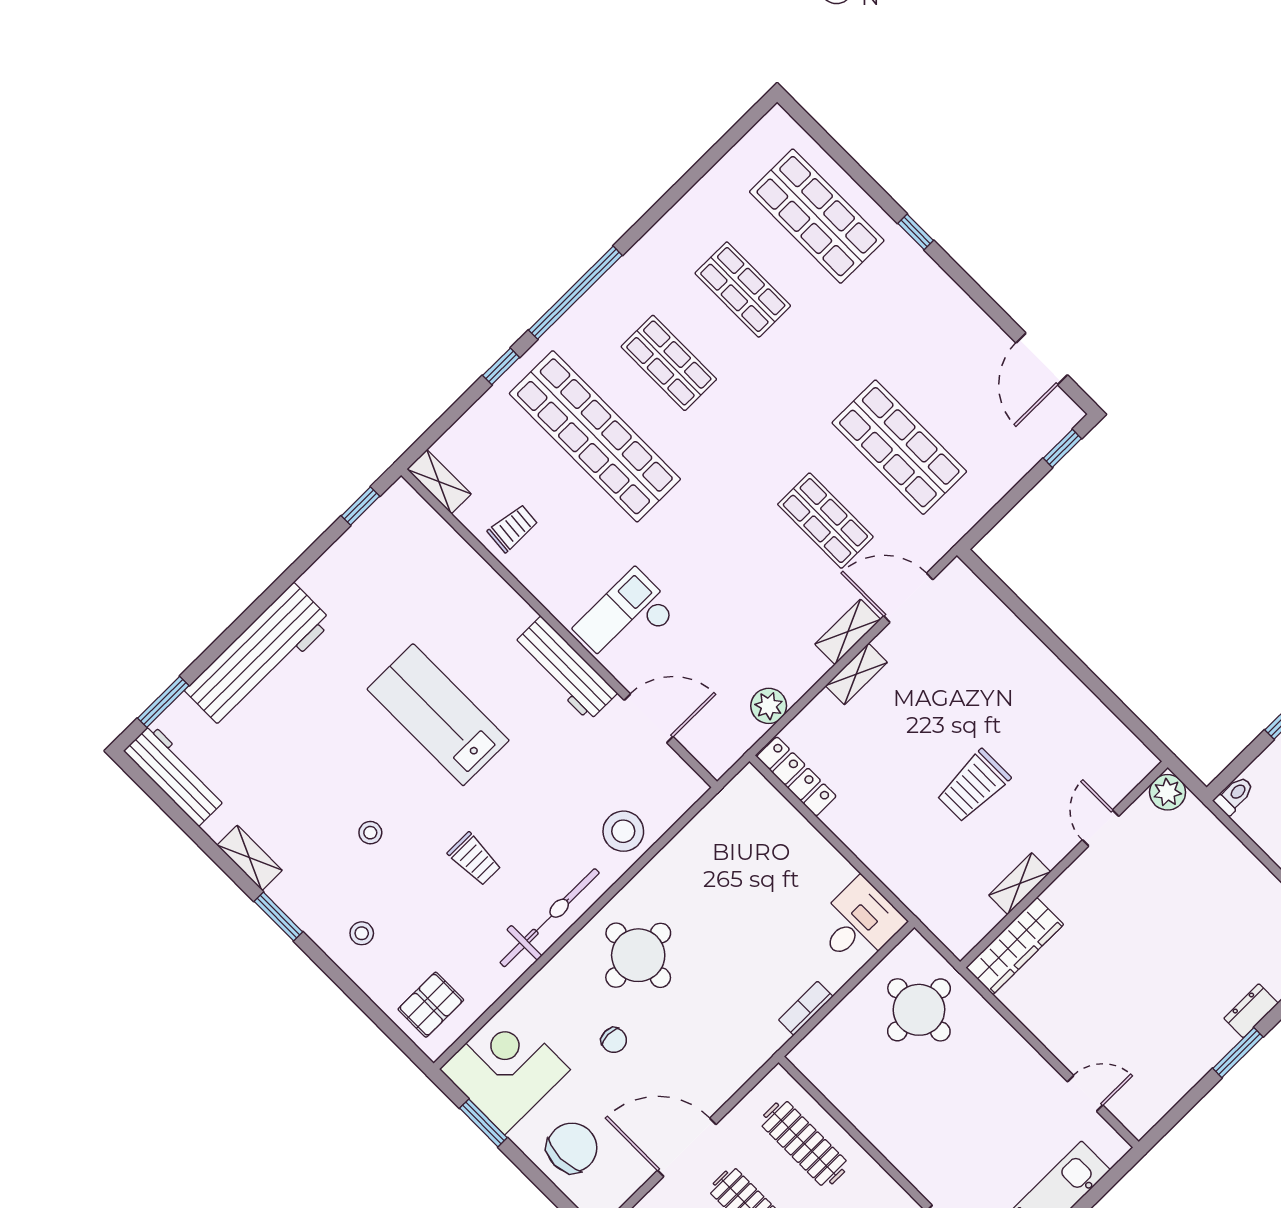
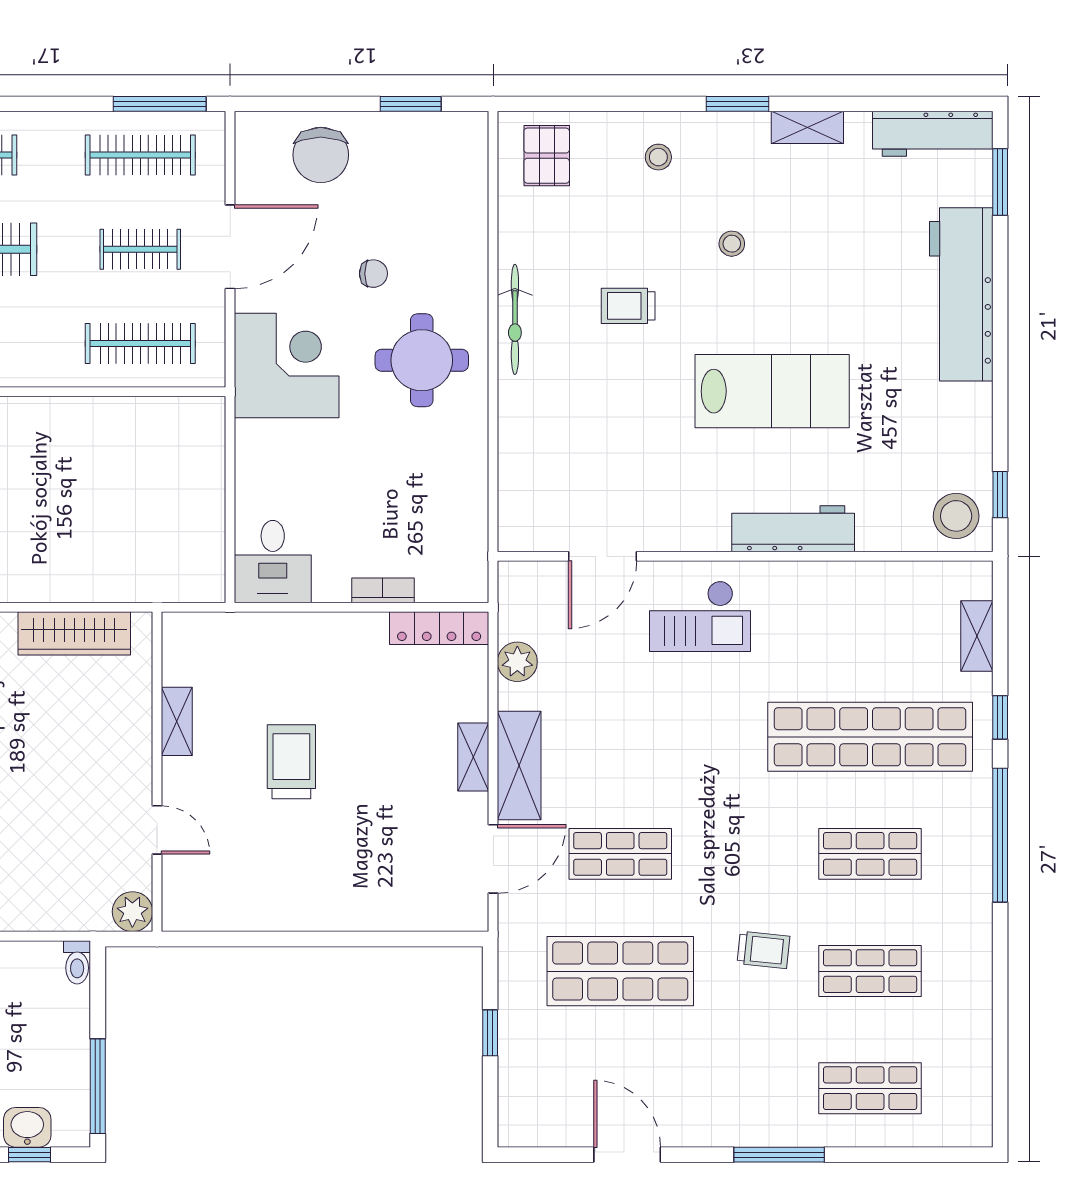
shop shelf: (817, 216) -> (870, 1088), width x0.70, depth x0.74
window: (916, 232) -> (779, 1155), width x2.17
door: (1042, 359) -> (627, 1155), moved
window: (1062, 448) -> (490, 1033), moved
shelving: (439, 482) -> (977, 636), moved, turned 90
trolley: (513, 528) -> (763, 950), moved, turned -89
checkout: (625, 619) -> (700, 616), turned 90
shelving: (848, 632) -> (519, 766), width x1.50, depth x1.33
workbench: (565, 669) -> (793, 529), moved
stool: (623, 831) -> (956, 516), moved
bicycle: (550, 918) -> (515, 319), width x0.73, depth x0.71
wardrobe: (1015, 946) -> (74, 633), moved, turned -90
bookcase: (806, 1008) -> (383, 590), moved, turned -90
round table: (919, 1010) -> (156, 541), removed
chair: (614, 1040) -> (373, 274), turned 180
corner desk: (505, 1069) -> (287, 366), moved, turned -90

